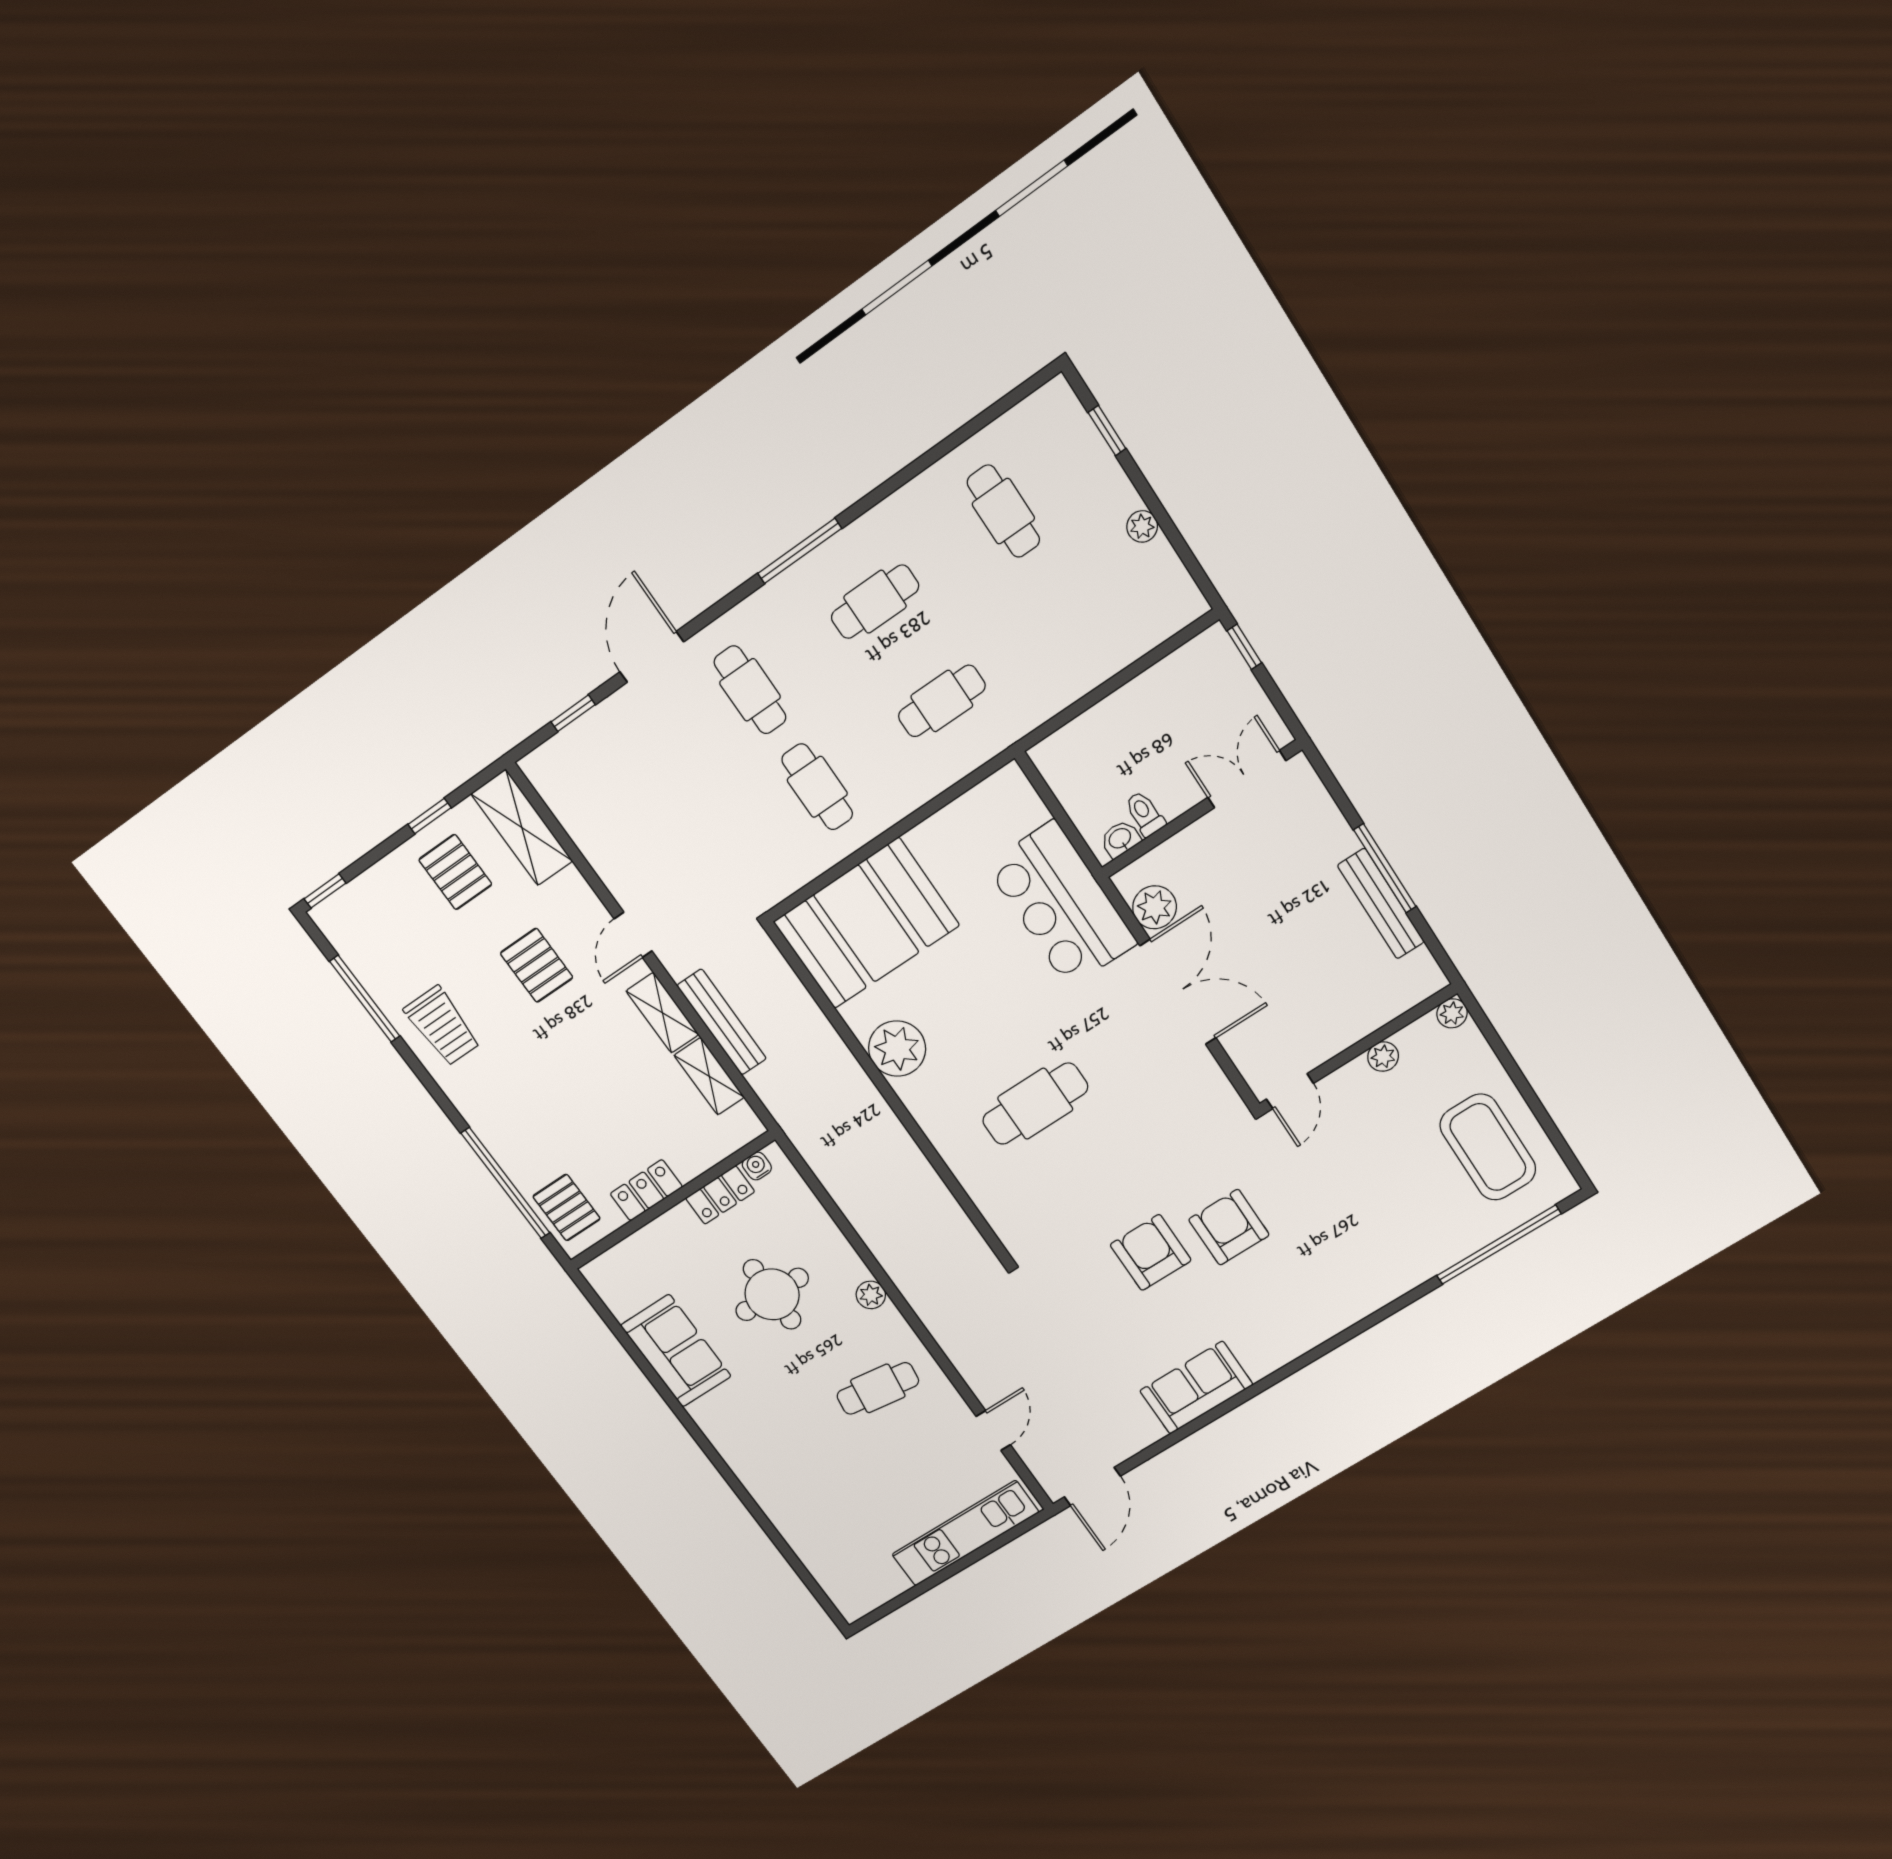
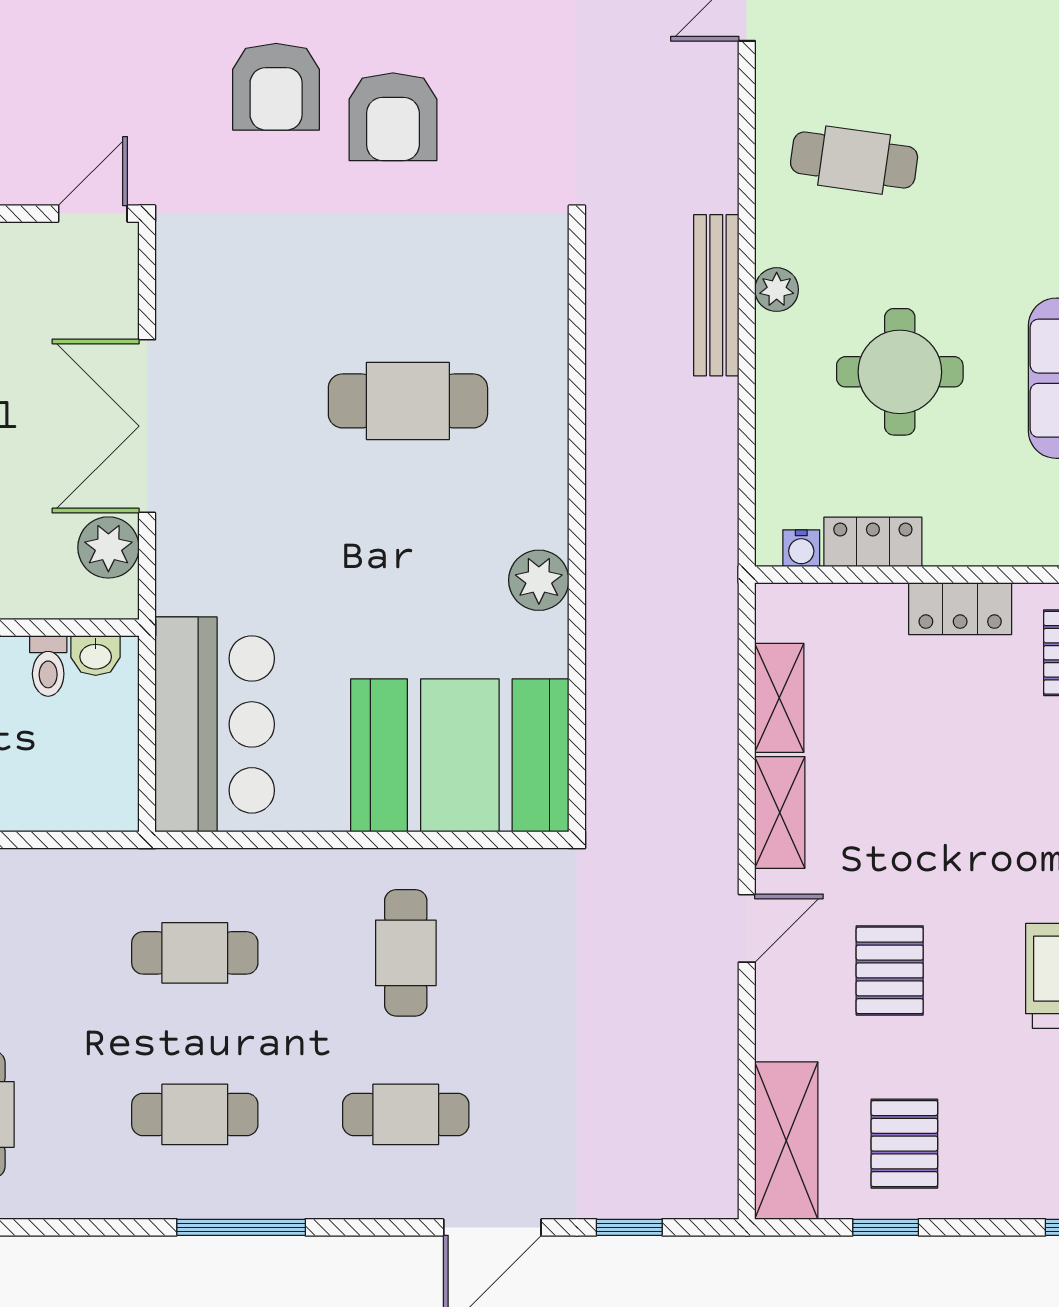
cafe table: (750, 690) -> (406, 1114), turned 90
bar counter: (1061, 904) -> (215, 724), moved
bench: (722, 1022) -> (716, 295), moved
plant: (897, 1049) -> (539, 580), width x0.73, depth x0.73

